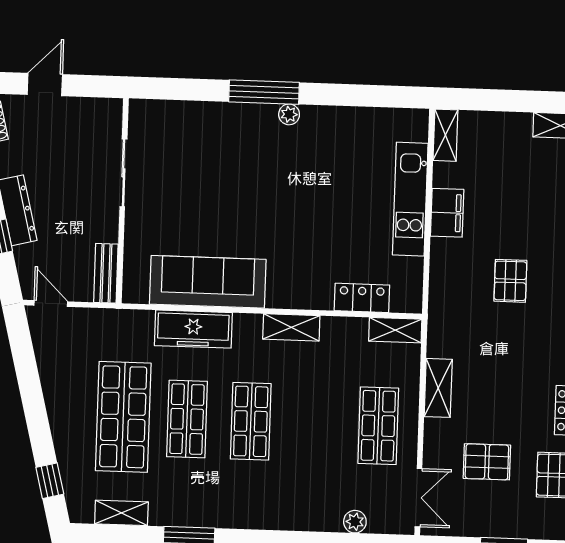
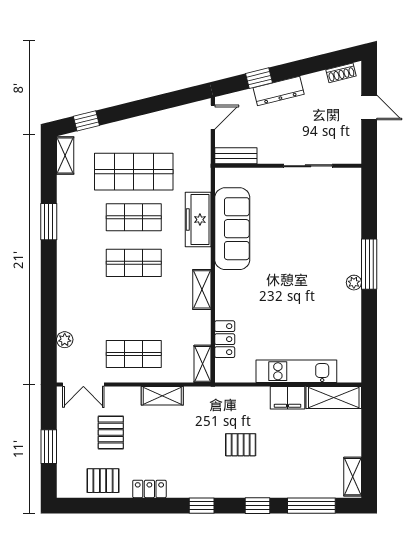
shelving: (445, 135) -> (334, 398), width x1.50, depth x1.33
shelving: (121, 513) -> (65, 156), moved

